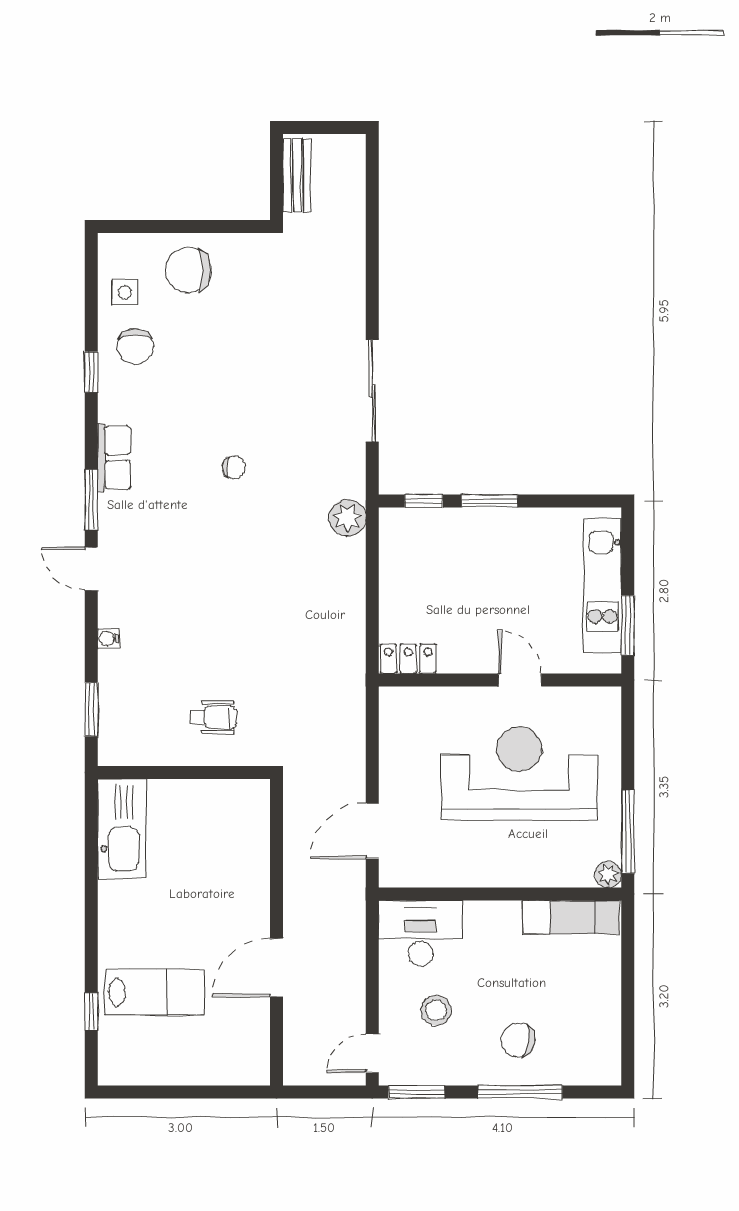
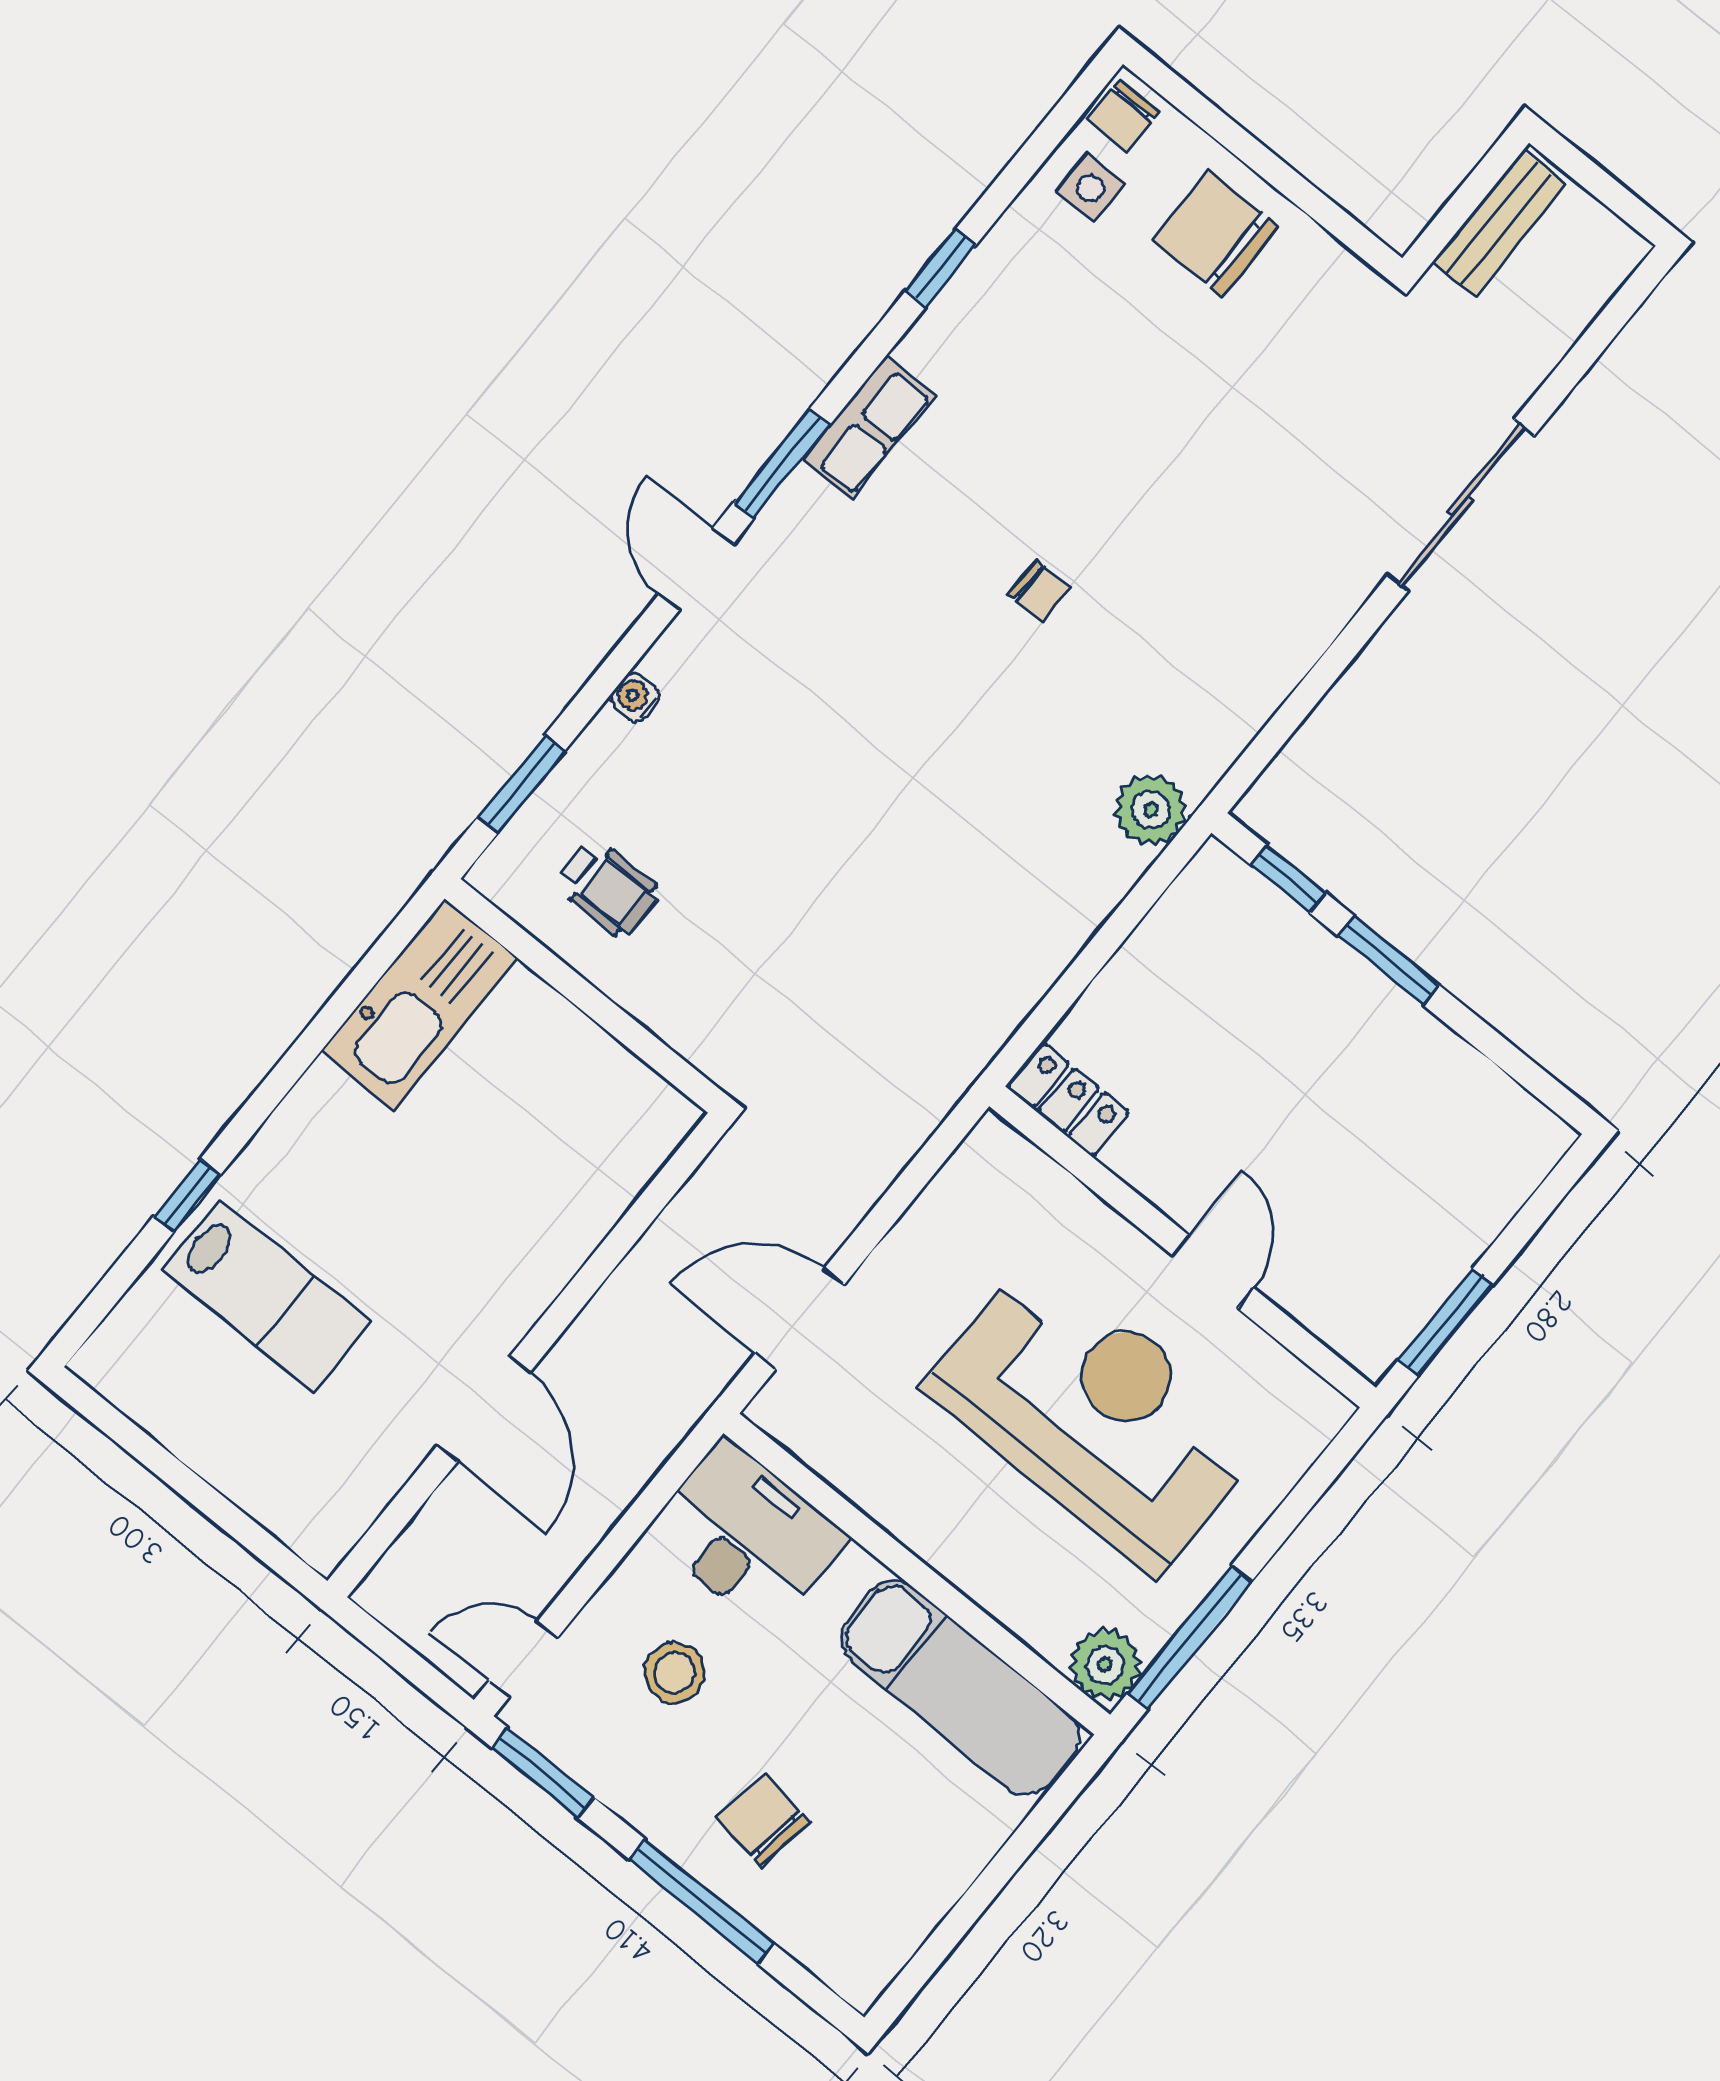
chair: (135, 346) -> (1123, 116), moved, width x0.73, depth x0.73
sliding door: (372, 391) -> (1461, 506), moved
kitchen unit: (602, 585) -> (1457, 1230), removed
wheelchair: (214, 717) -> (607, 888), moved
plant: (608, 874) -> (1105, 1665), width x1.38, depth x1.38
exam couch: (571, 917) -> (960, 1688), width x1.36, depth x1.45
door: (276, 968) -> (484, 1409), swing flipped
window: (91, 1011) -> (187, 1195), moved

